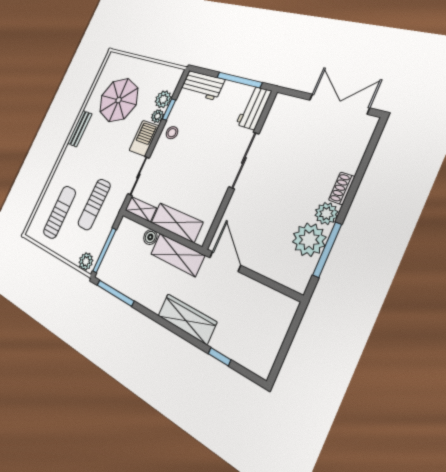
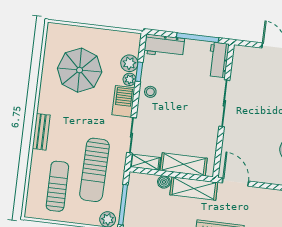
bench: (80, 129) -> (41, 132), moved
sun lounger: (94, 204) -> (94, 170), width x1.36, depth x1.34

